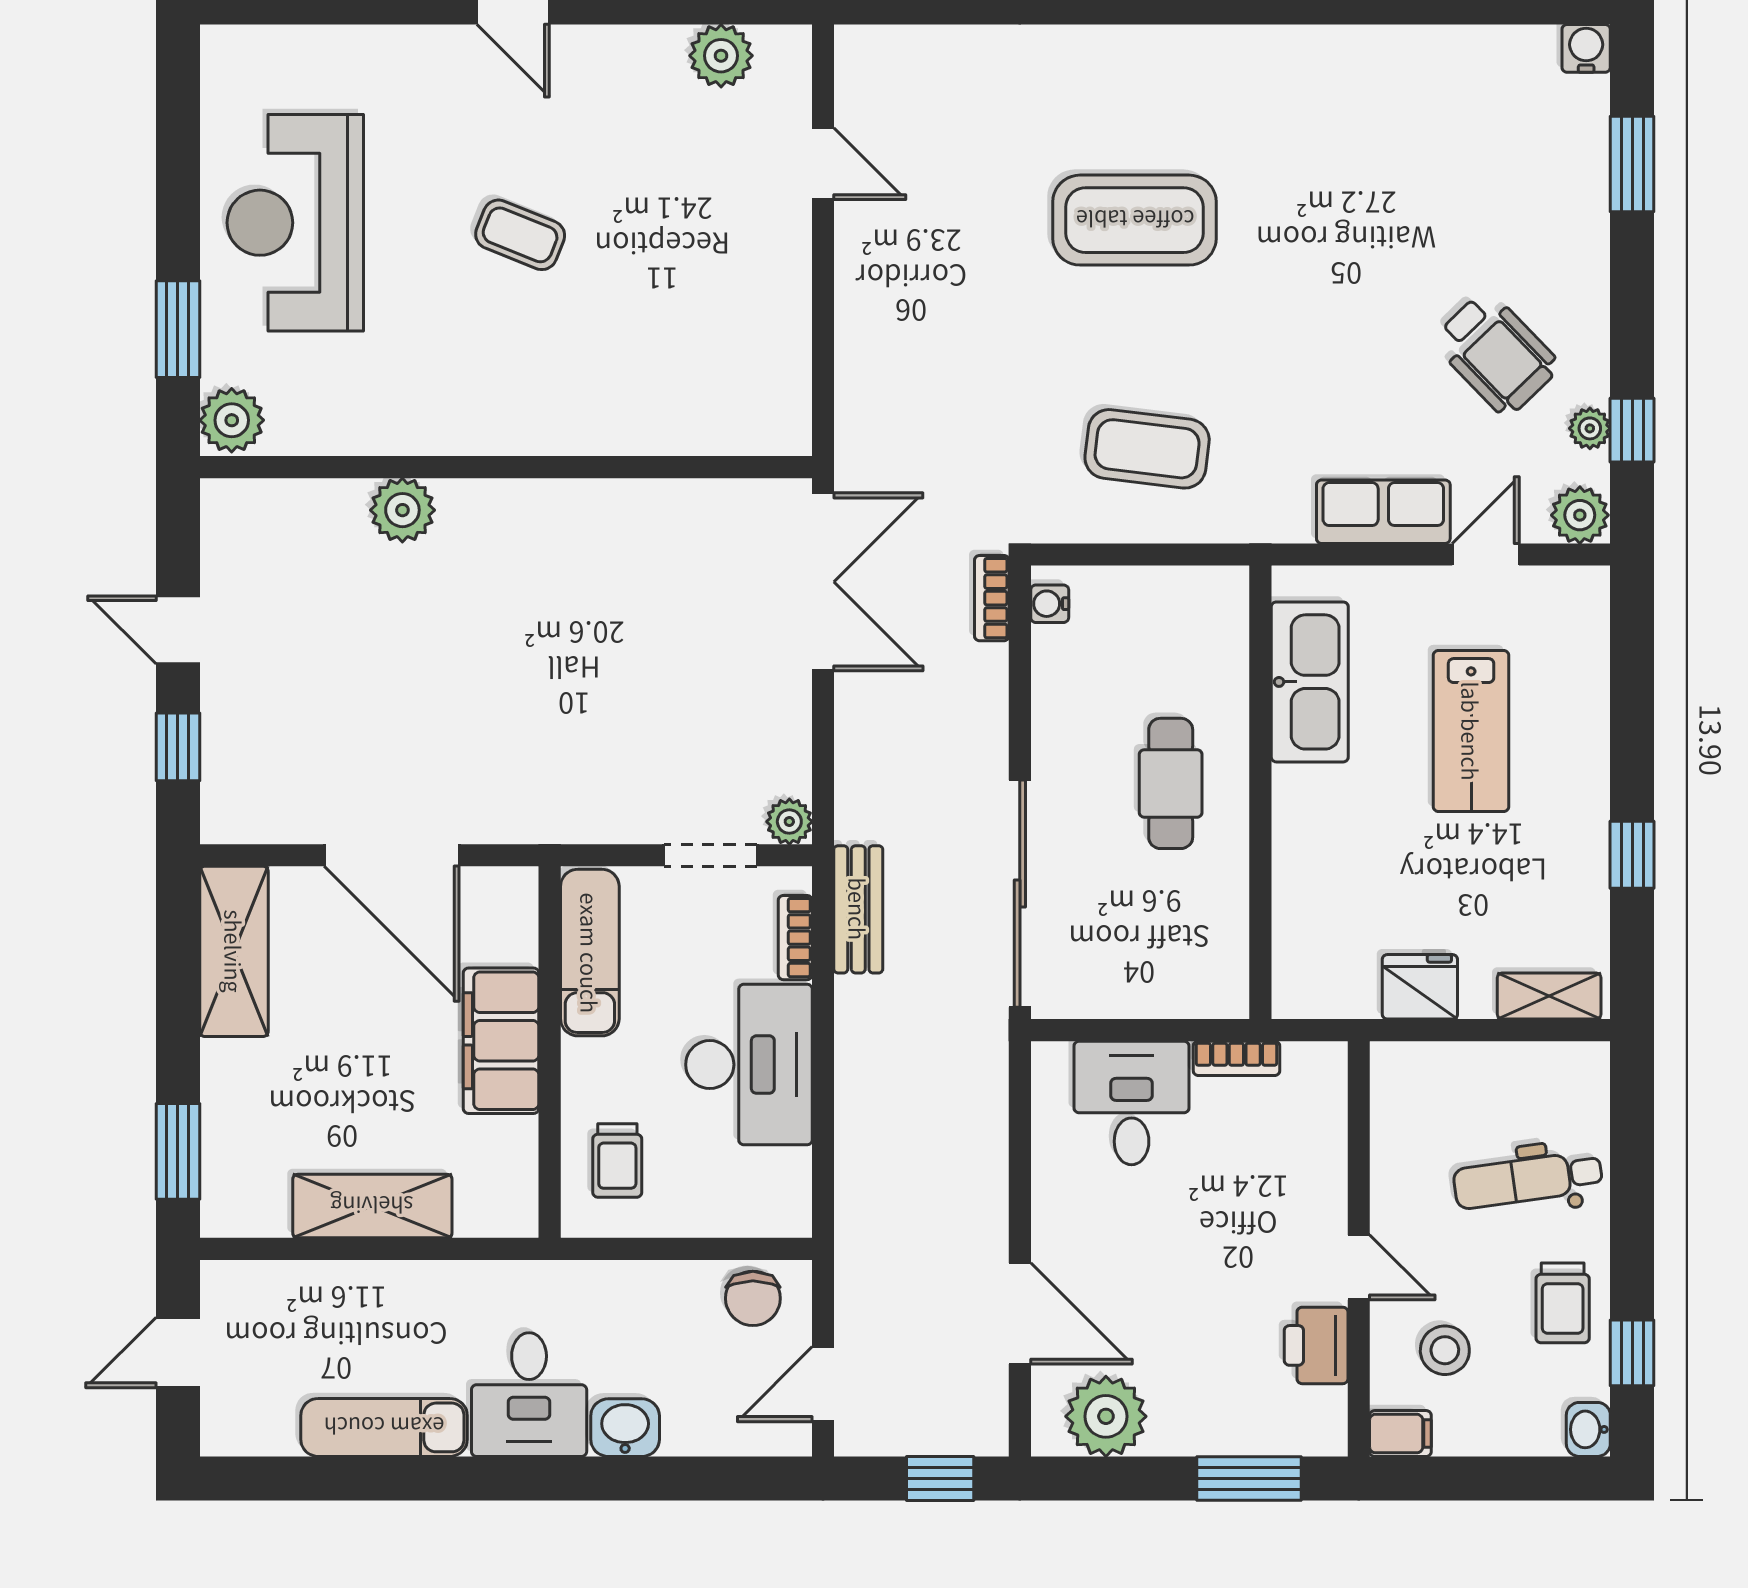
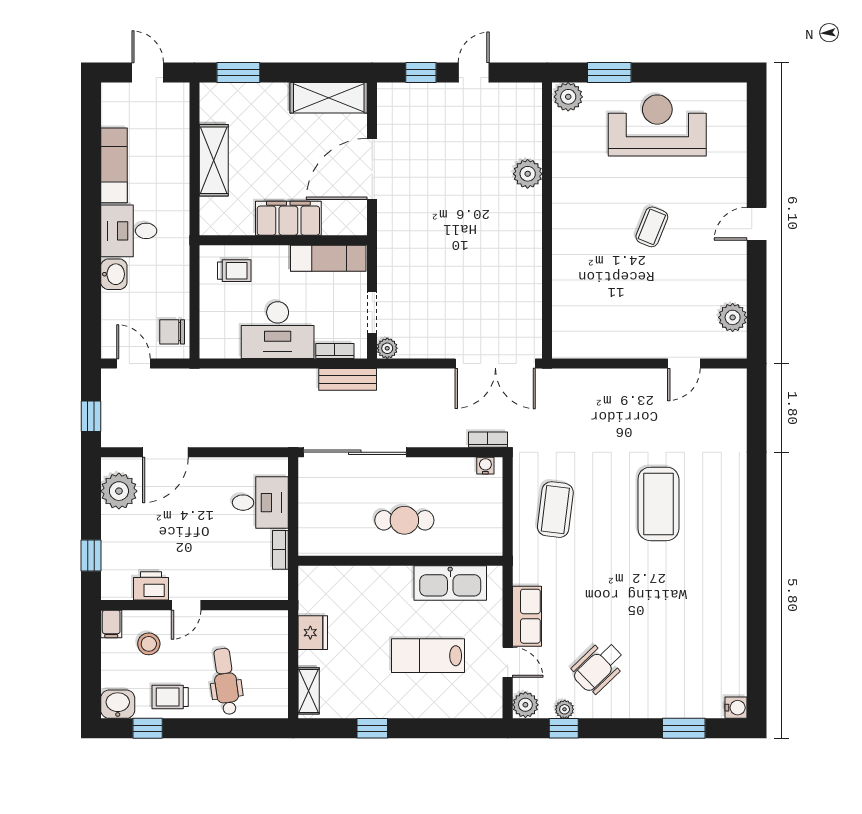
trolley: (617, 1161) -> (234, 271), turned 180
washbasin: (1588, 1429) -> (118, 704), width x1.38, depth x1.45
window: (1249, 1478) -> (91, 556), width x0.67

